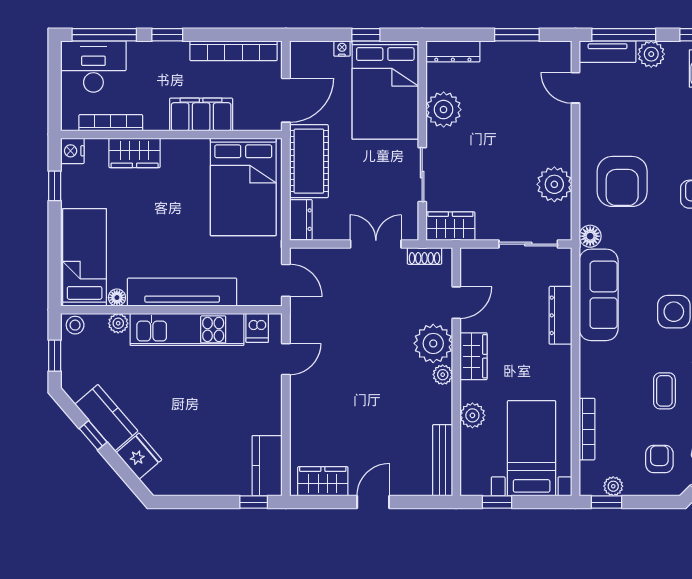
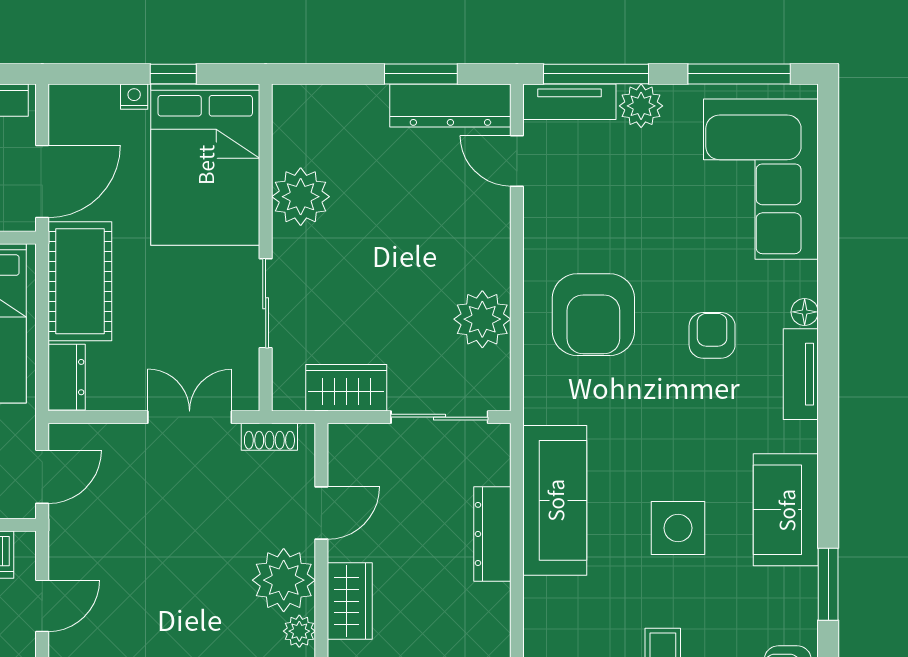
dresser: (453, 51) -> (450, 106), moved, width x1.37, depth x1.24
wardrobe: (450, 226) -> (346, 388), moved
floor lamp: (590, 236) -> (541, 404), removed
door: (286, 280) -> (42, 477), hinge flipped

